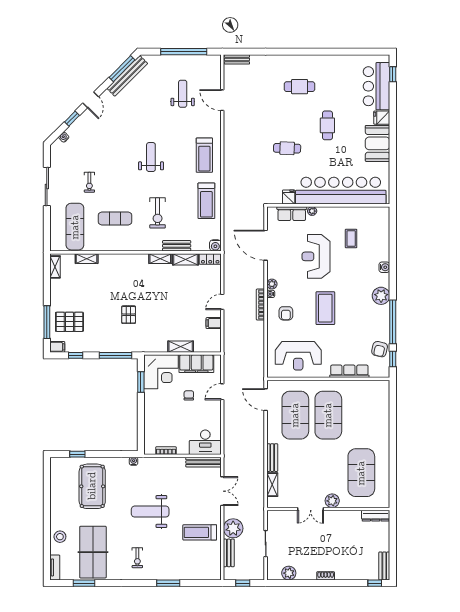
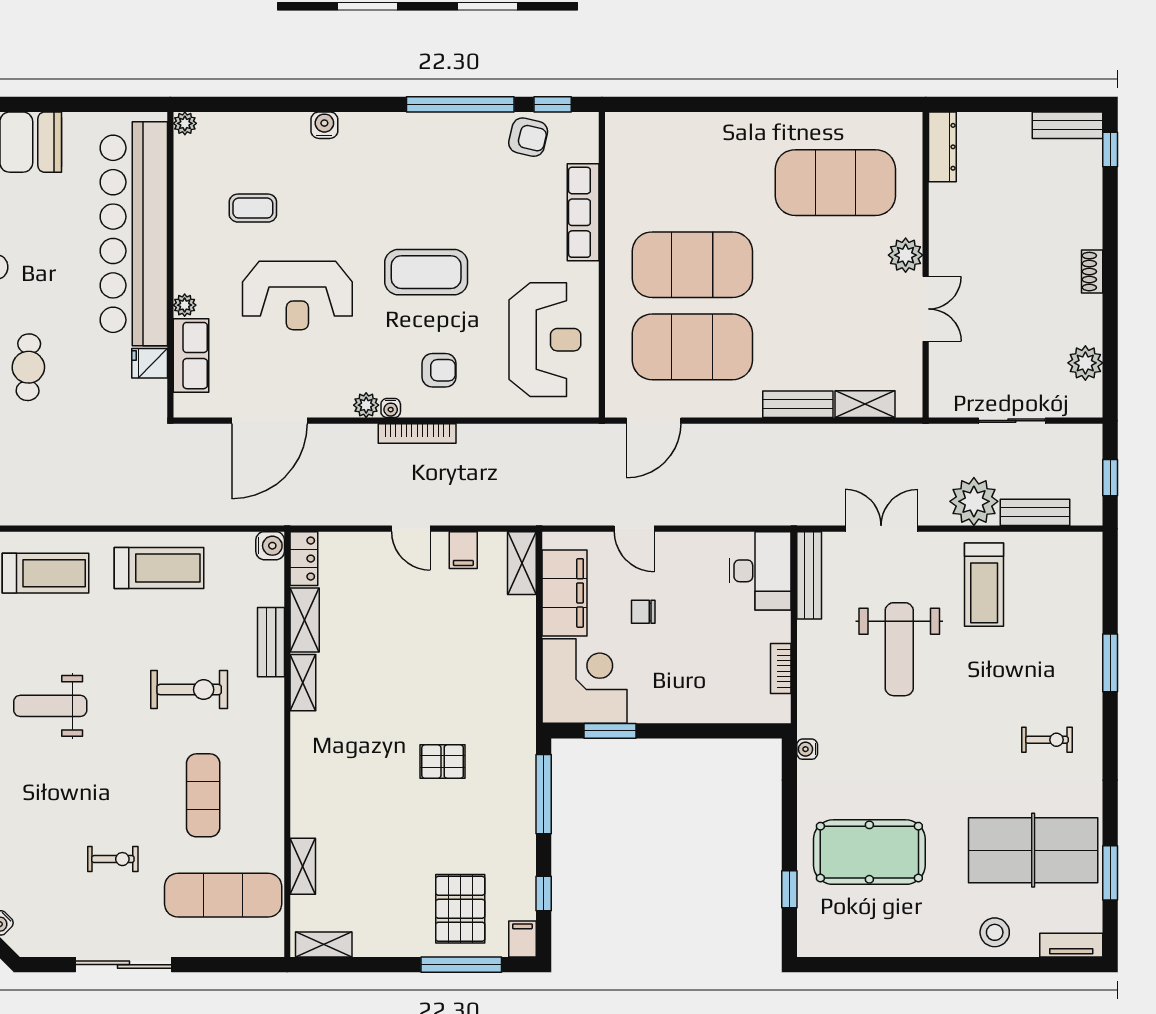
plant: (381, 296) -> (185, 123), moved, width x0.53, depth x0.53
shelving: (181, 347) -> (522, 563), moved
weight bench: (150, 512) -> (899, 649), moved

